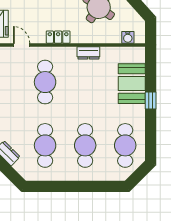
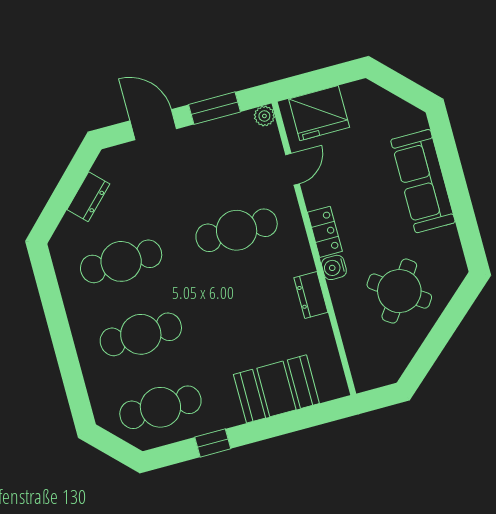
water cooler: (128, 37) -> (334, 267), moved
window: (151, 100) -> (213, 443), moved

